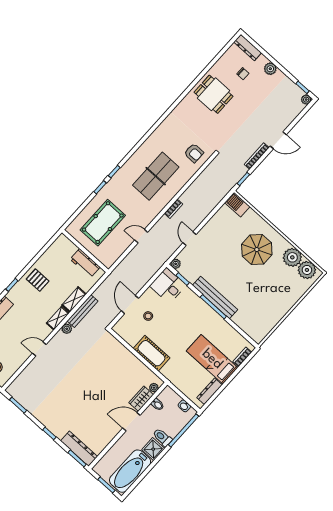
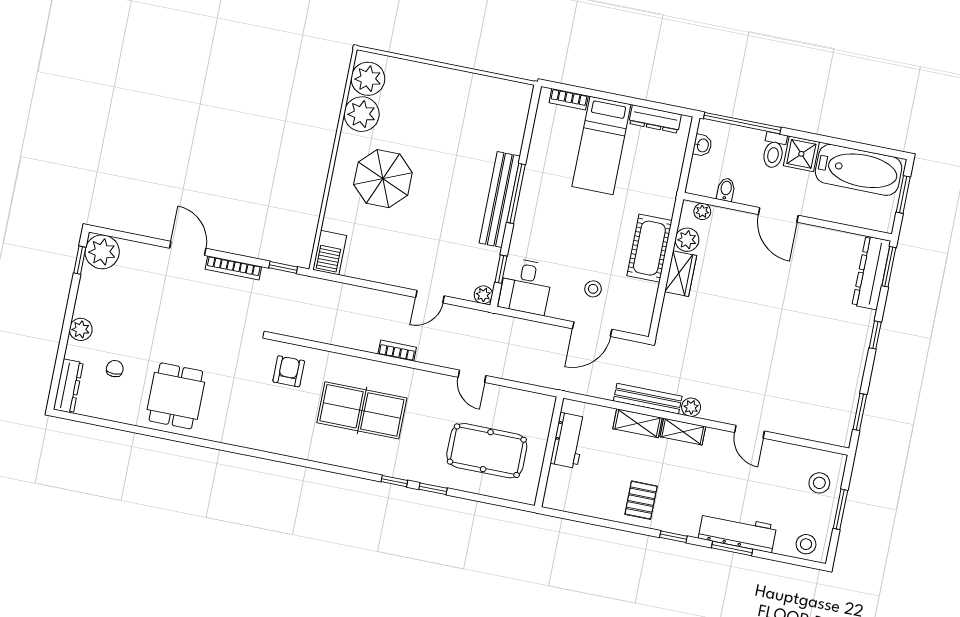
plant: (306, 100) -> (102, 252), width x1.87, depth x1.87
plant: (145, 373) -> (687, 240), added
wardrobe: (141, 399) -> (681, 274), moved, turned -90

